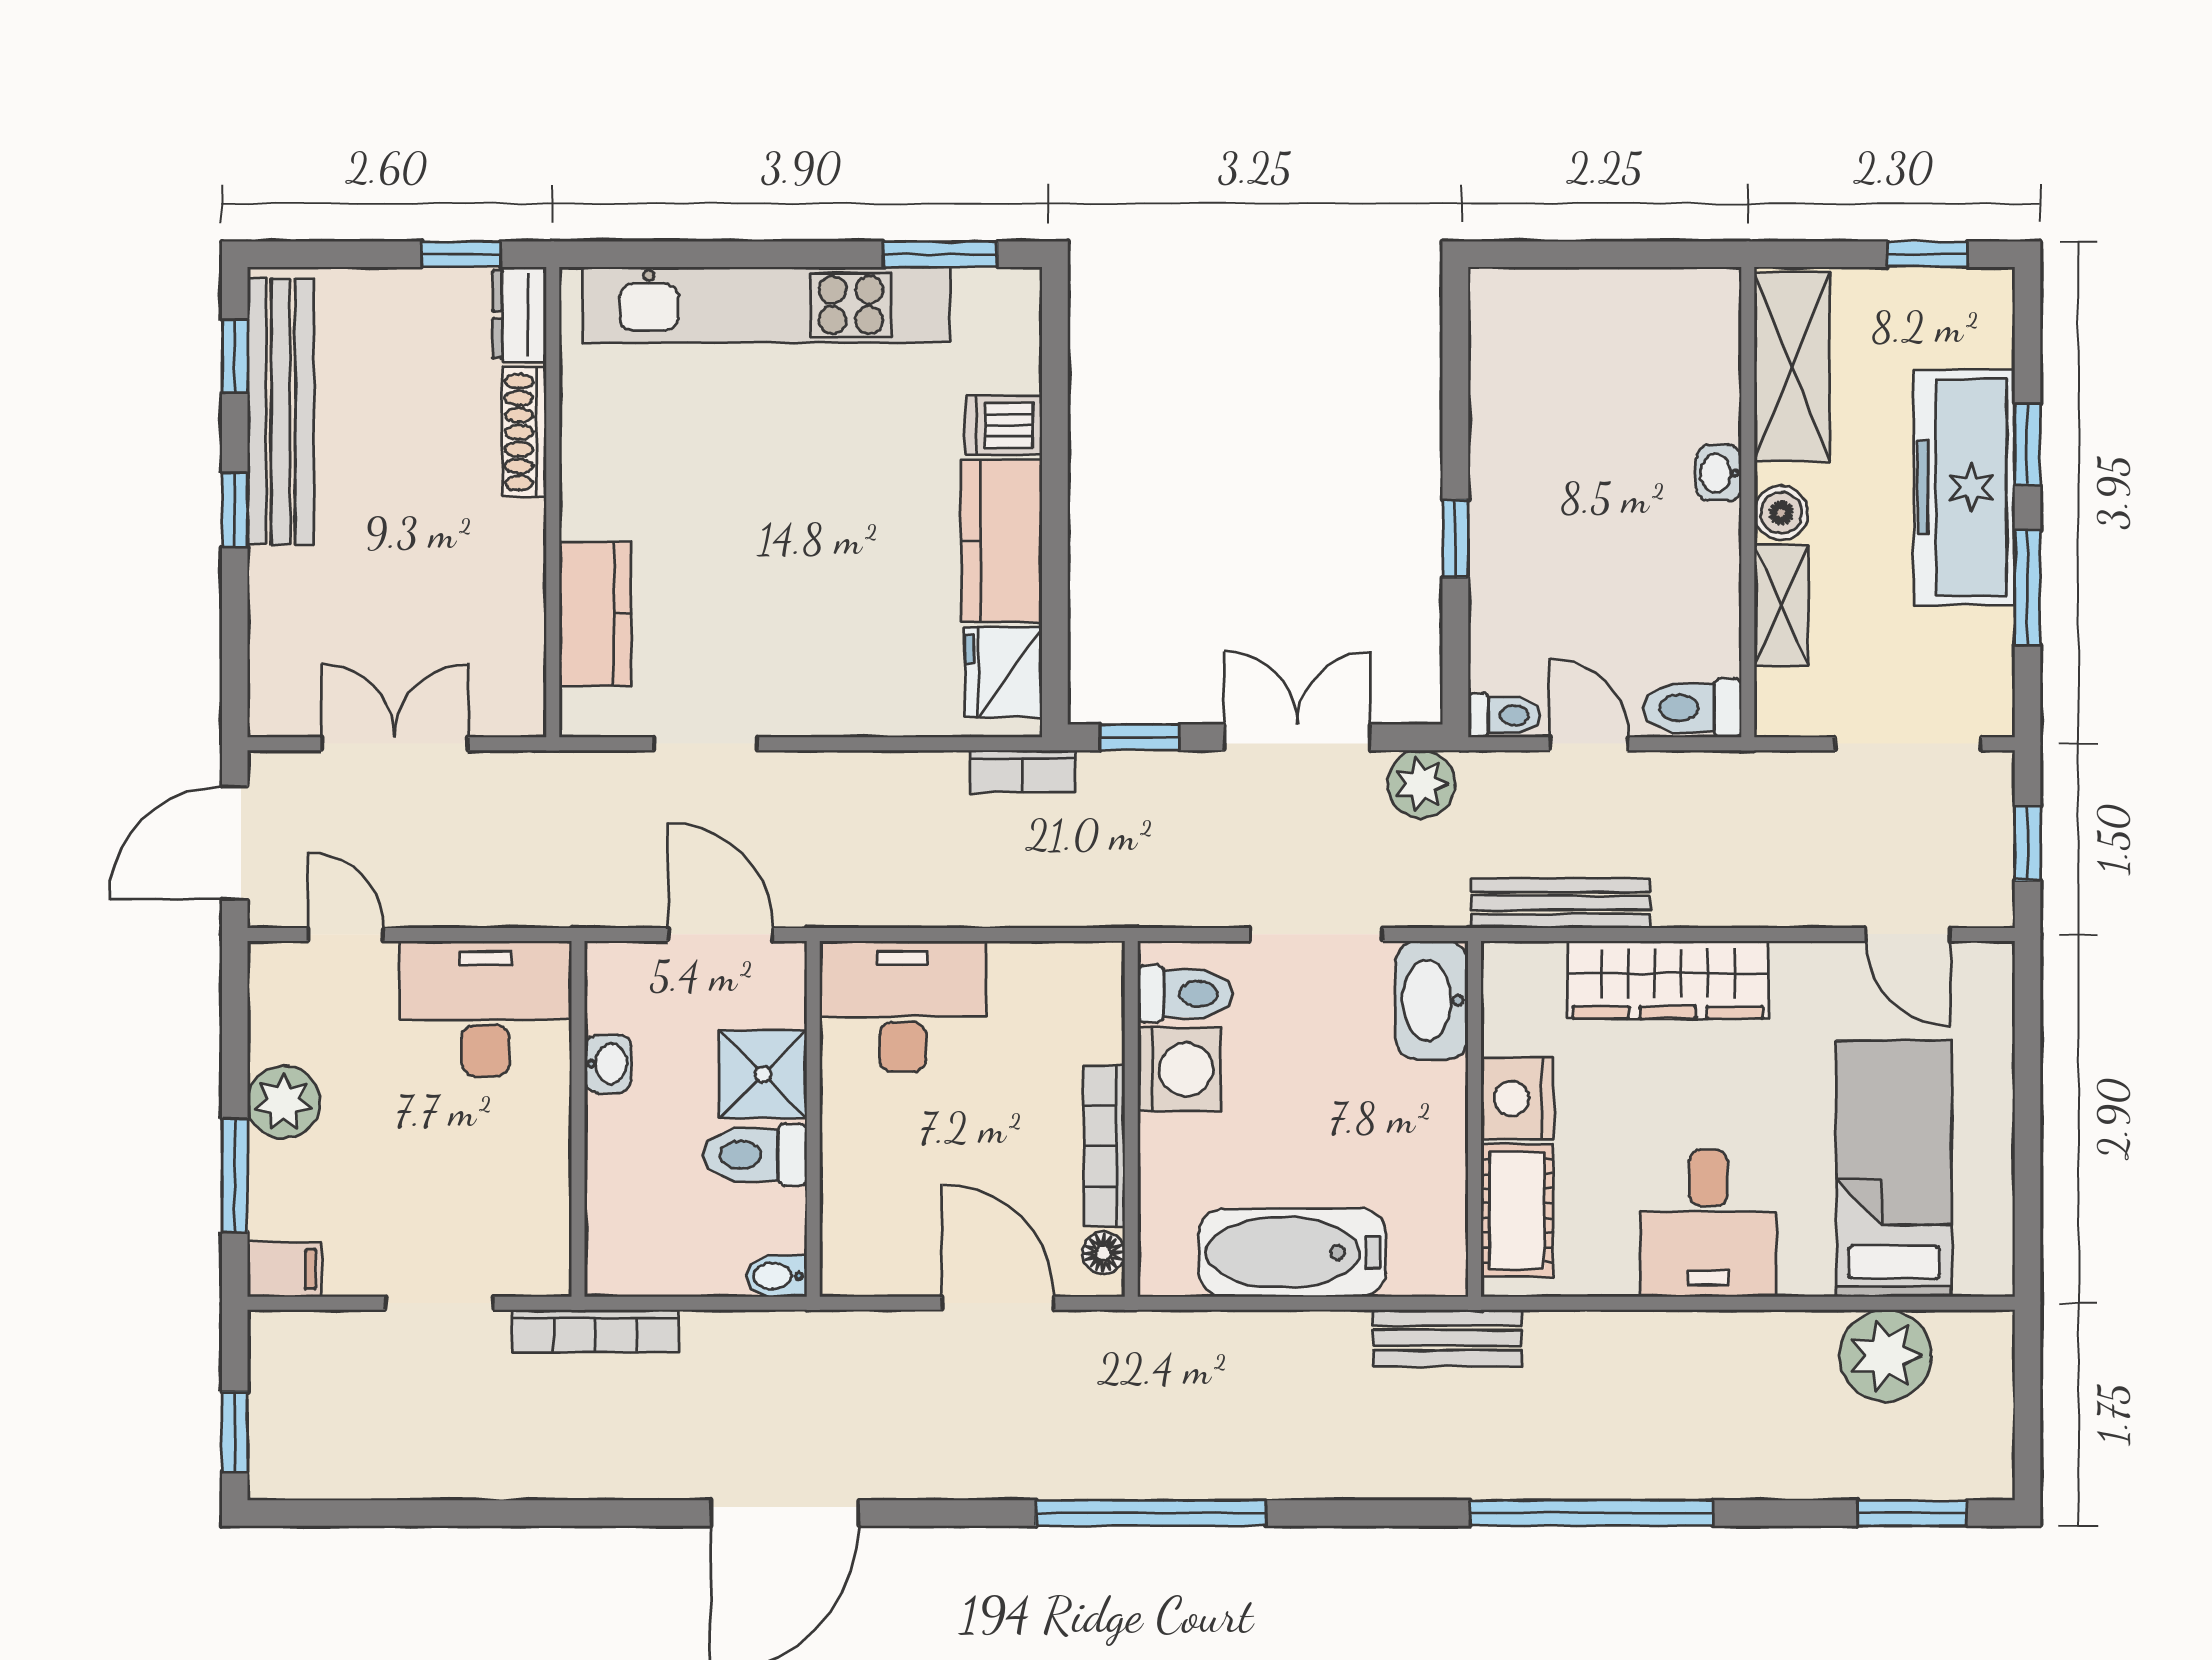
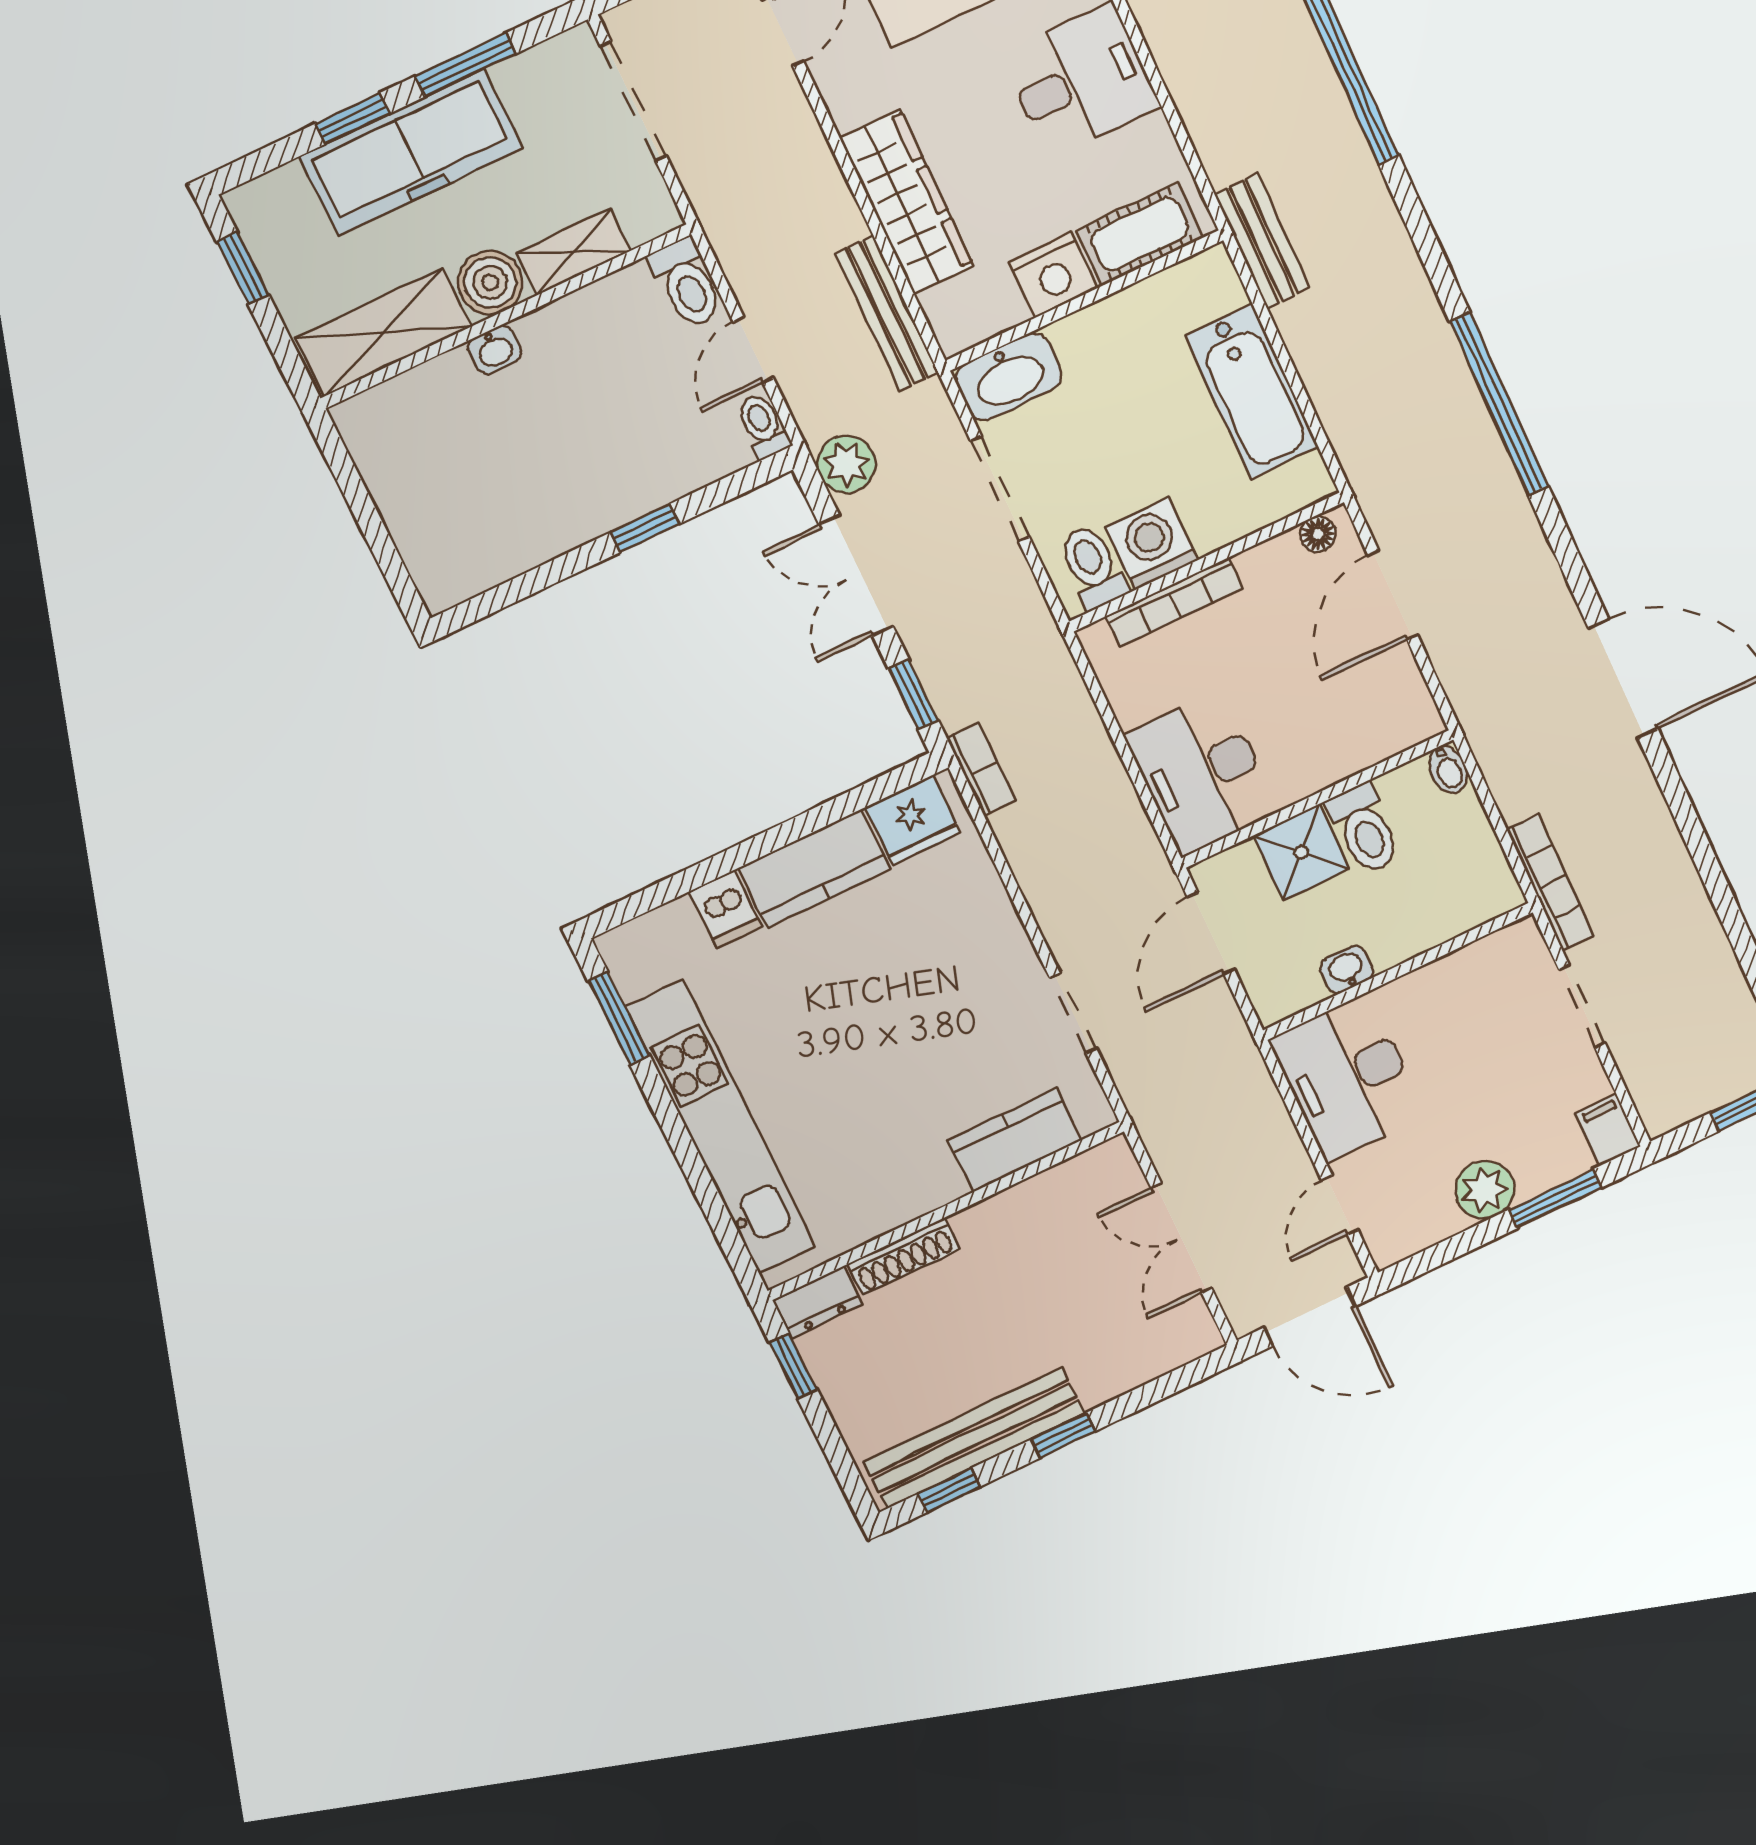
boiler: (1781, 513) -> (490, 282), width x1.36, depth x1.36
bookcase: (1104, 1146) -> (1174, 602), moved

